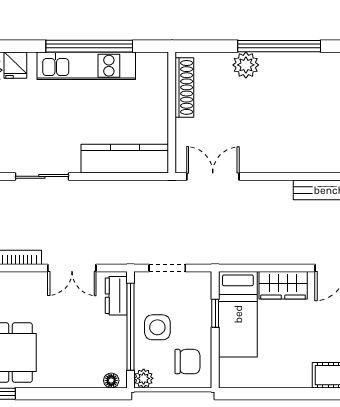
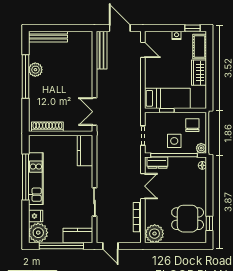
plant: (246, 65) -> (35, 70), moved
kitchen counter: (125, 159) -> (85, 151), width x0.67
wardrobe: (283, 285) -> (199, 73), moved, turned 180

